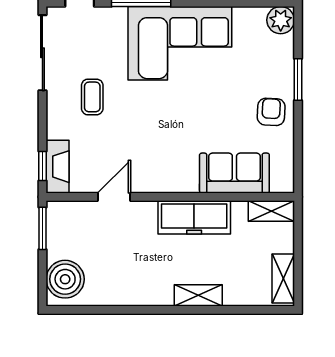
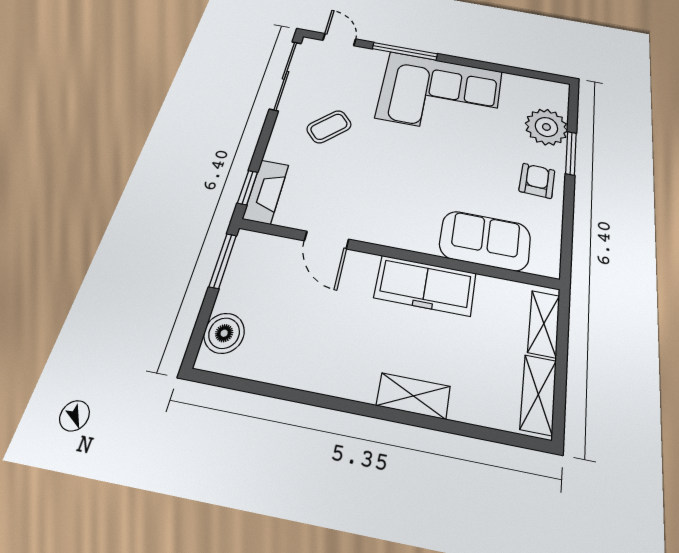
plant: (281, 20) -> (546, 127), moved, width x1.36, depth x1.36
coffee table: (92, 97) -> (329, 127), turned 47
door: (114, 197) -> (327, 240), swing flipped
shelving: (271, 211) -> (544, 324), moved, turned 90
boiler: (65, 279) -> (224, 333), width x0.73, depth x0.73

